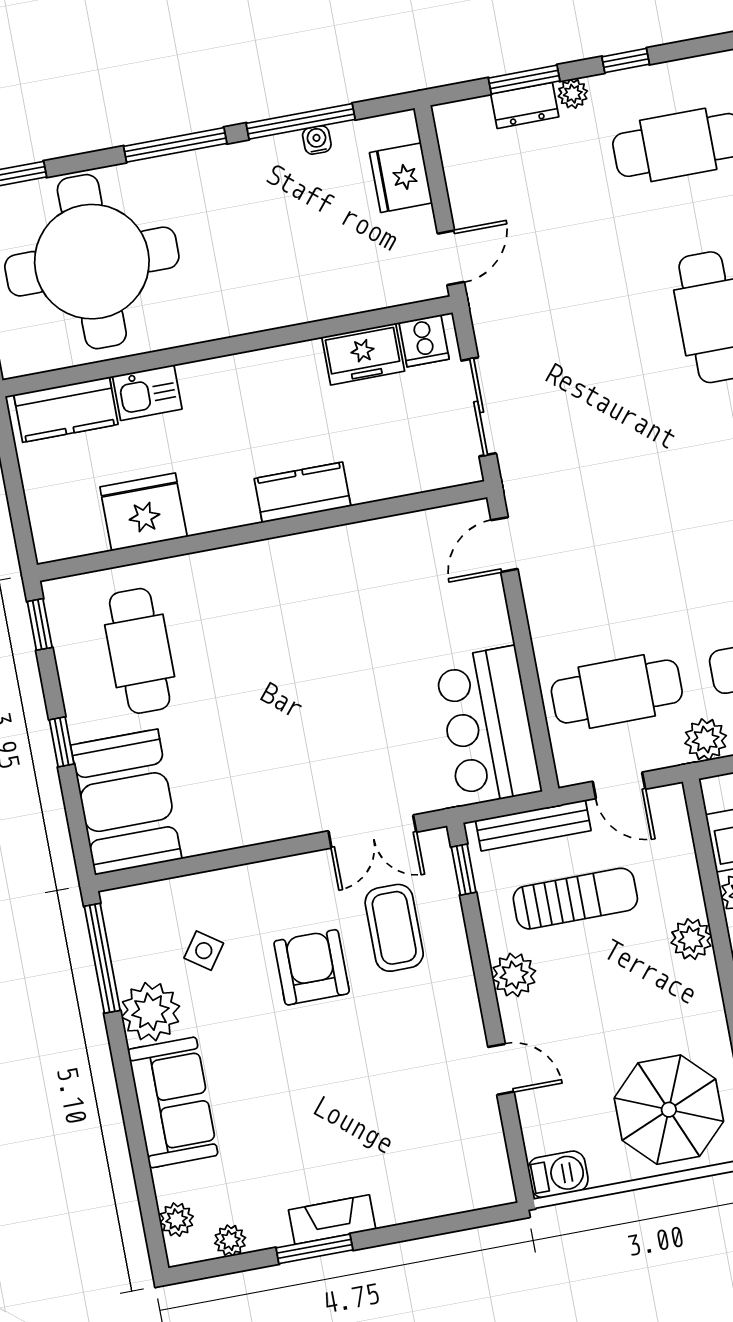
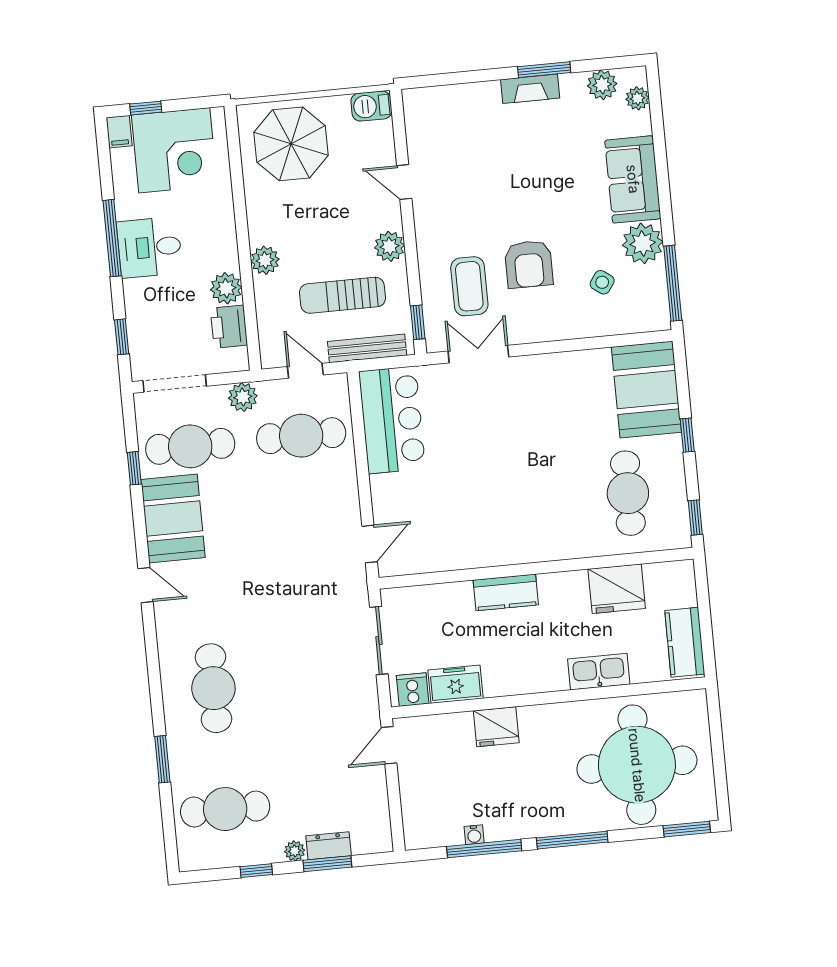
fridge: (401, 178) -> (496, 727), moved, turned 90
kitchen sink: (147, 393) -> (599, 672), width x1.38
kitchen counter: (66, 410) -> (685, 642), moved, turned -90
plant: (230, 1240) -> (602, 85), width x1.38, depth x1.38

